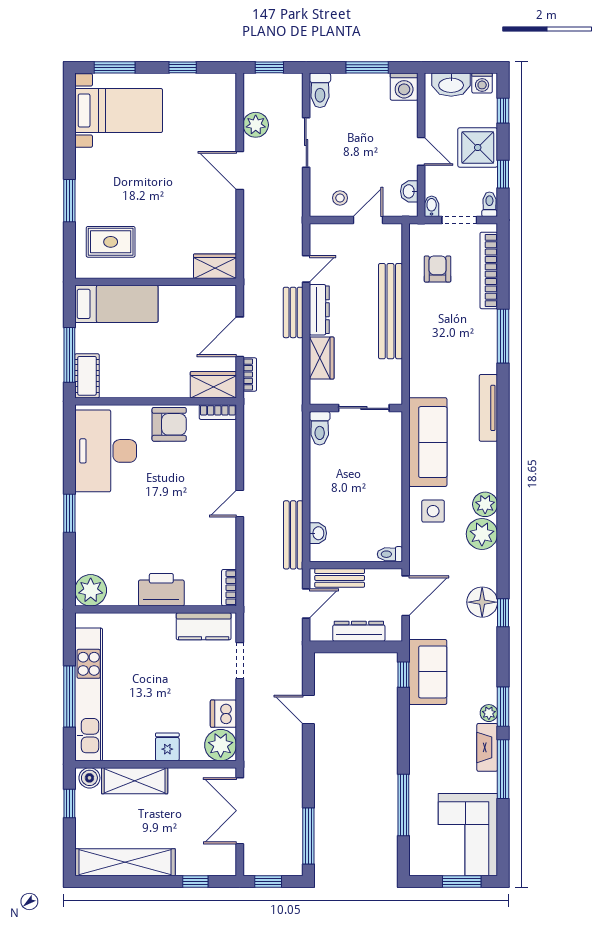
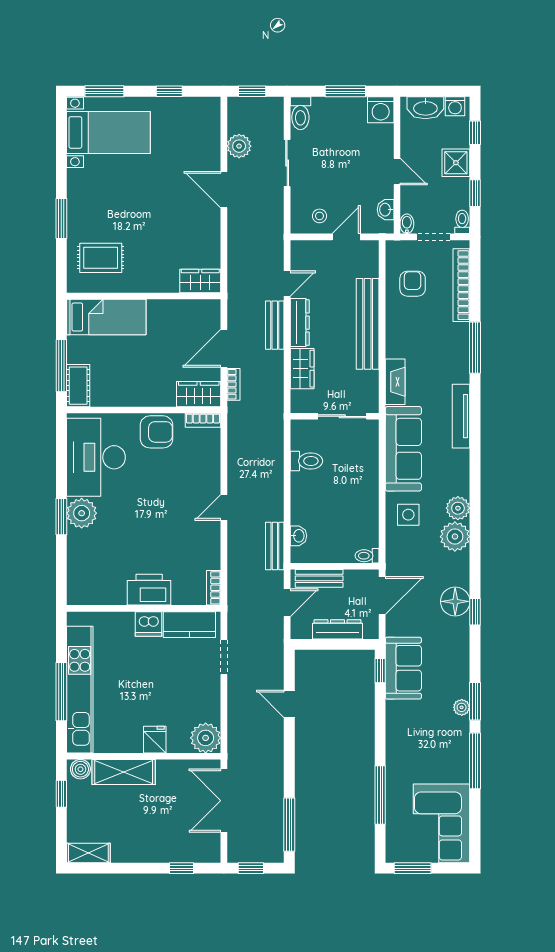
shower: (478, 147) -> (456, 163), width x0.73, depth x0.73
toilet: (320, 428) -> (306, 461), moved, turned -90
bench: (293, 535) -> (275, 546), width x0.73
plant: (91, 590) -> (82, 513), moved
dishwasher: (223, 714) -> (149, 624), moved, turned -90
fireplace: (487, 747) -> (395, 382), moved, turned 180
shelving: (125, 862) -> (88, 853), width x0.45, depth x0.75
window: (462, 881) -> (413, 868), moved

